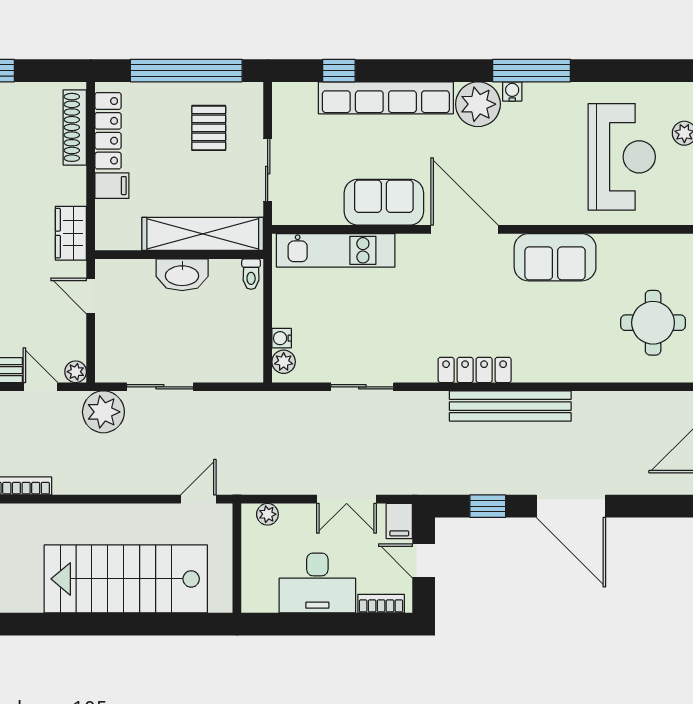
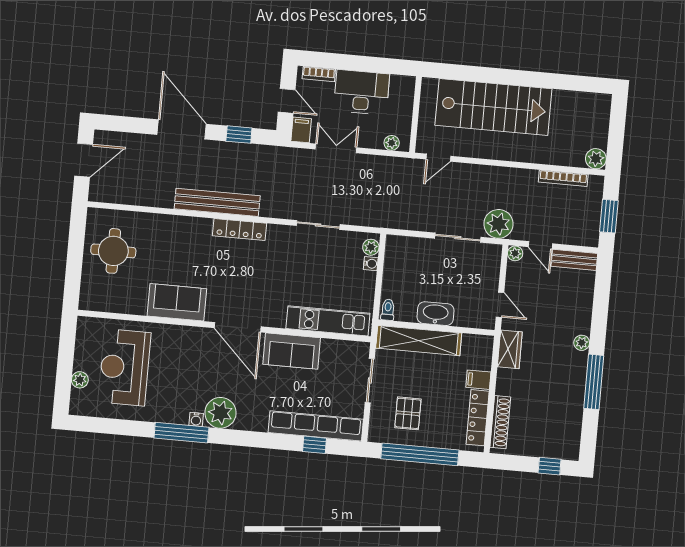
row of seats: (386, 98) -> (316, 426), moved

